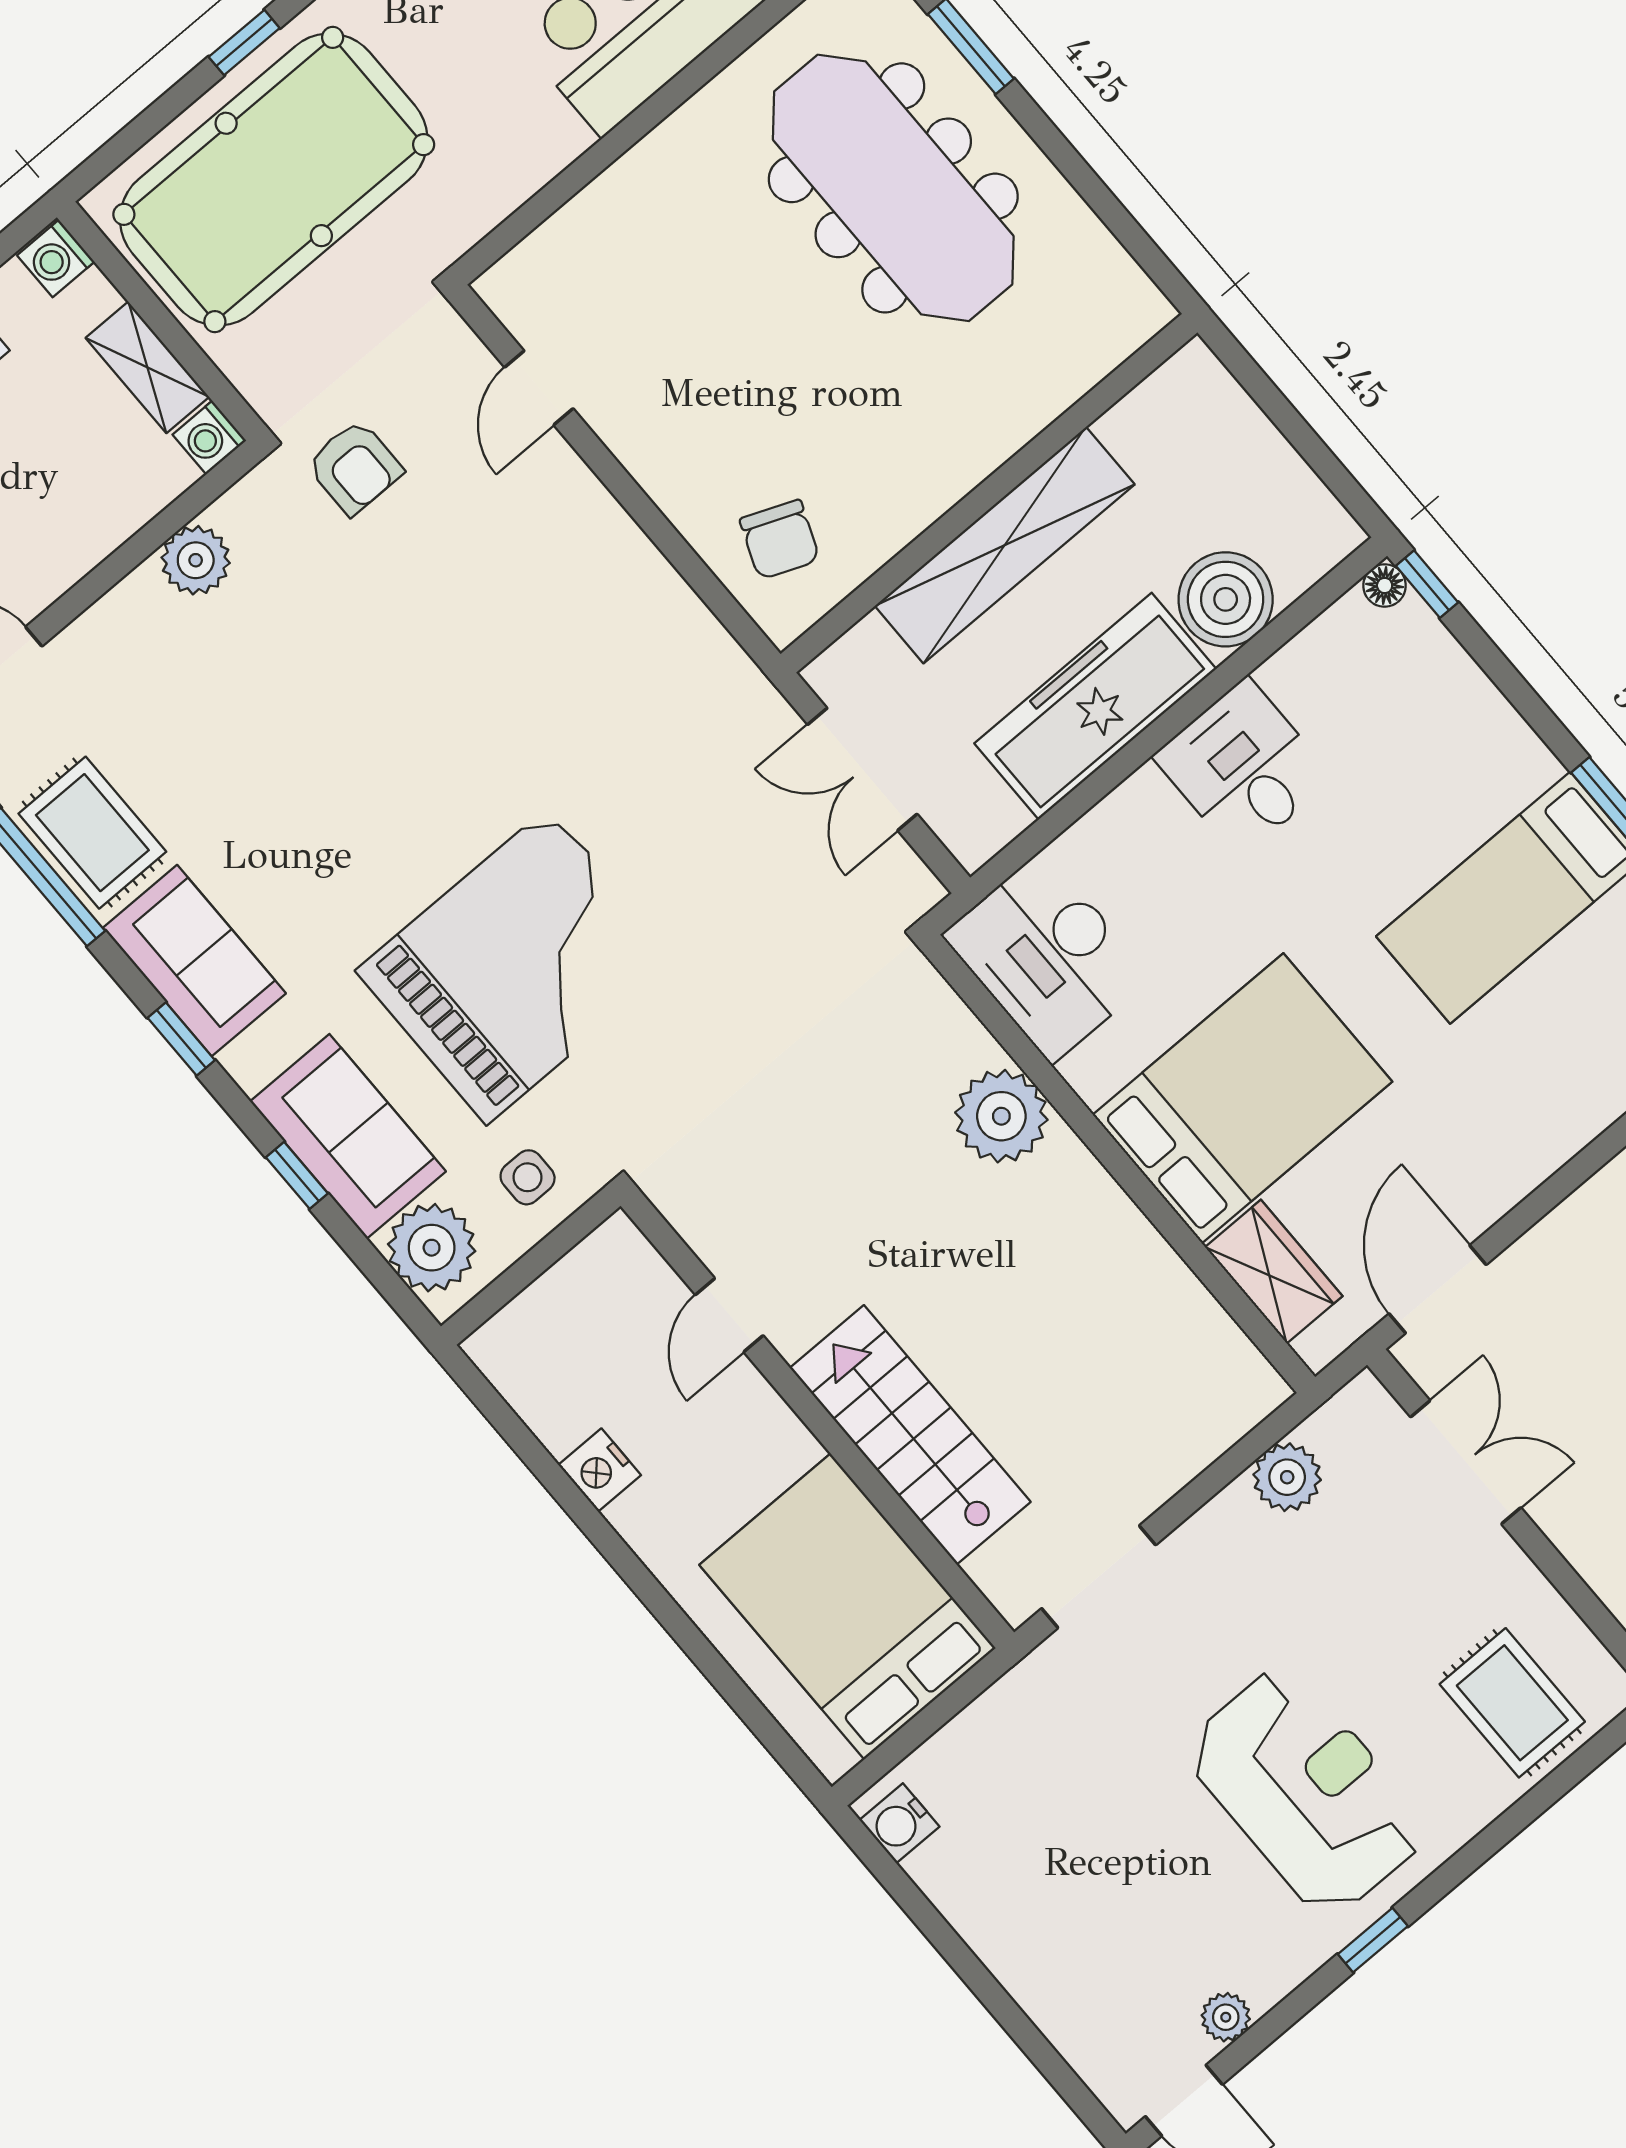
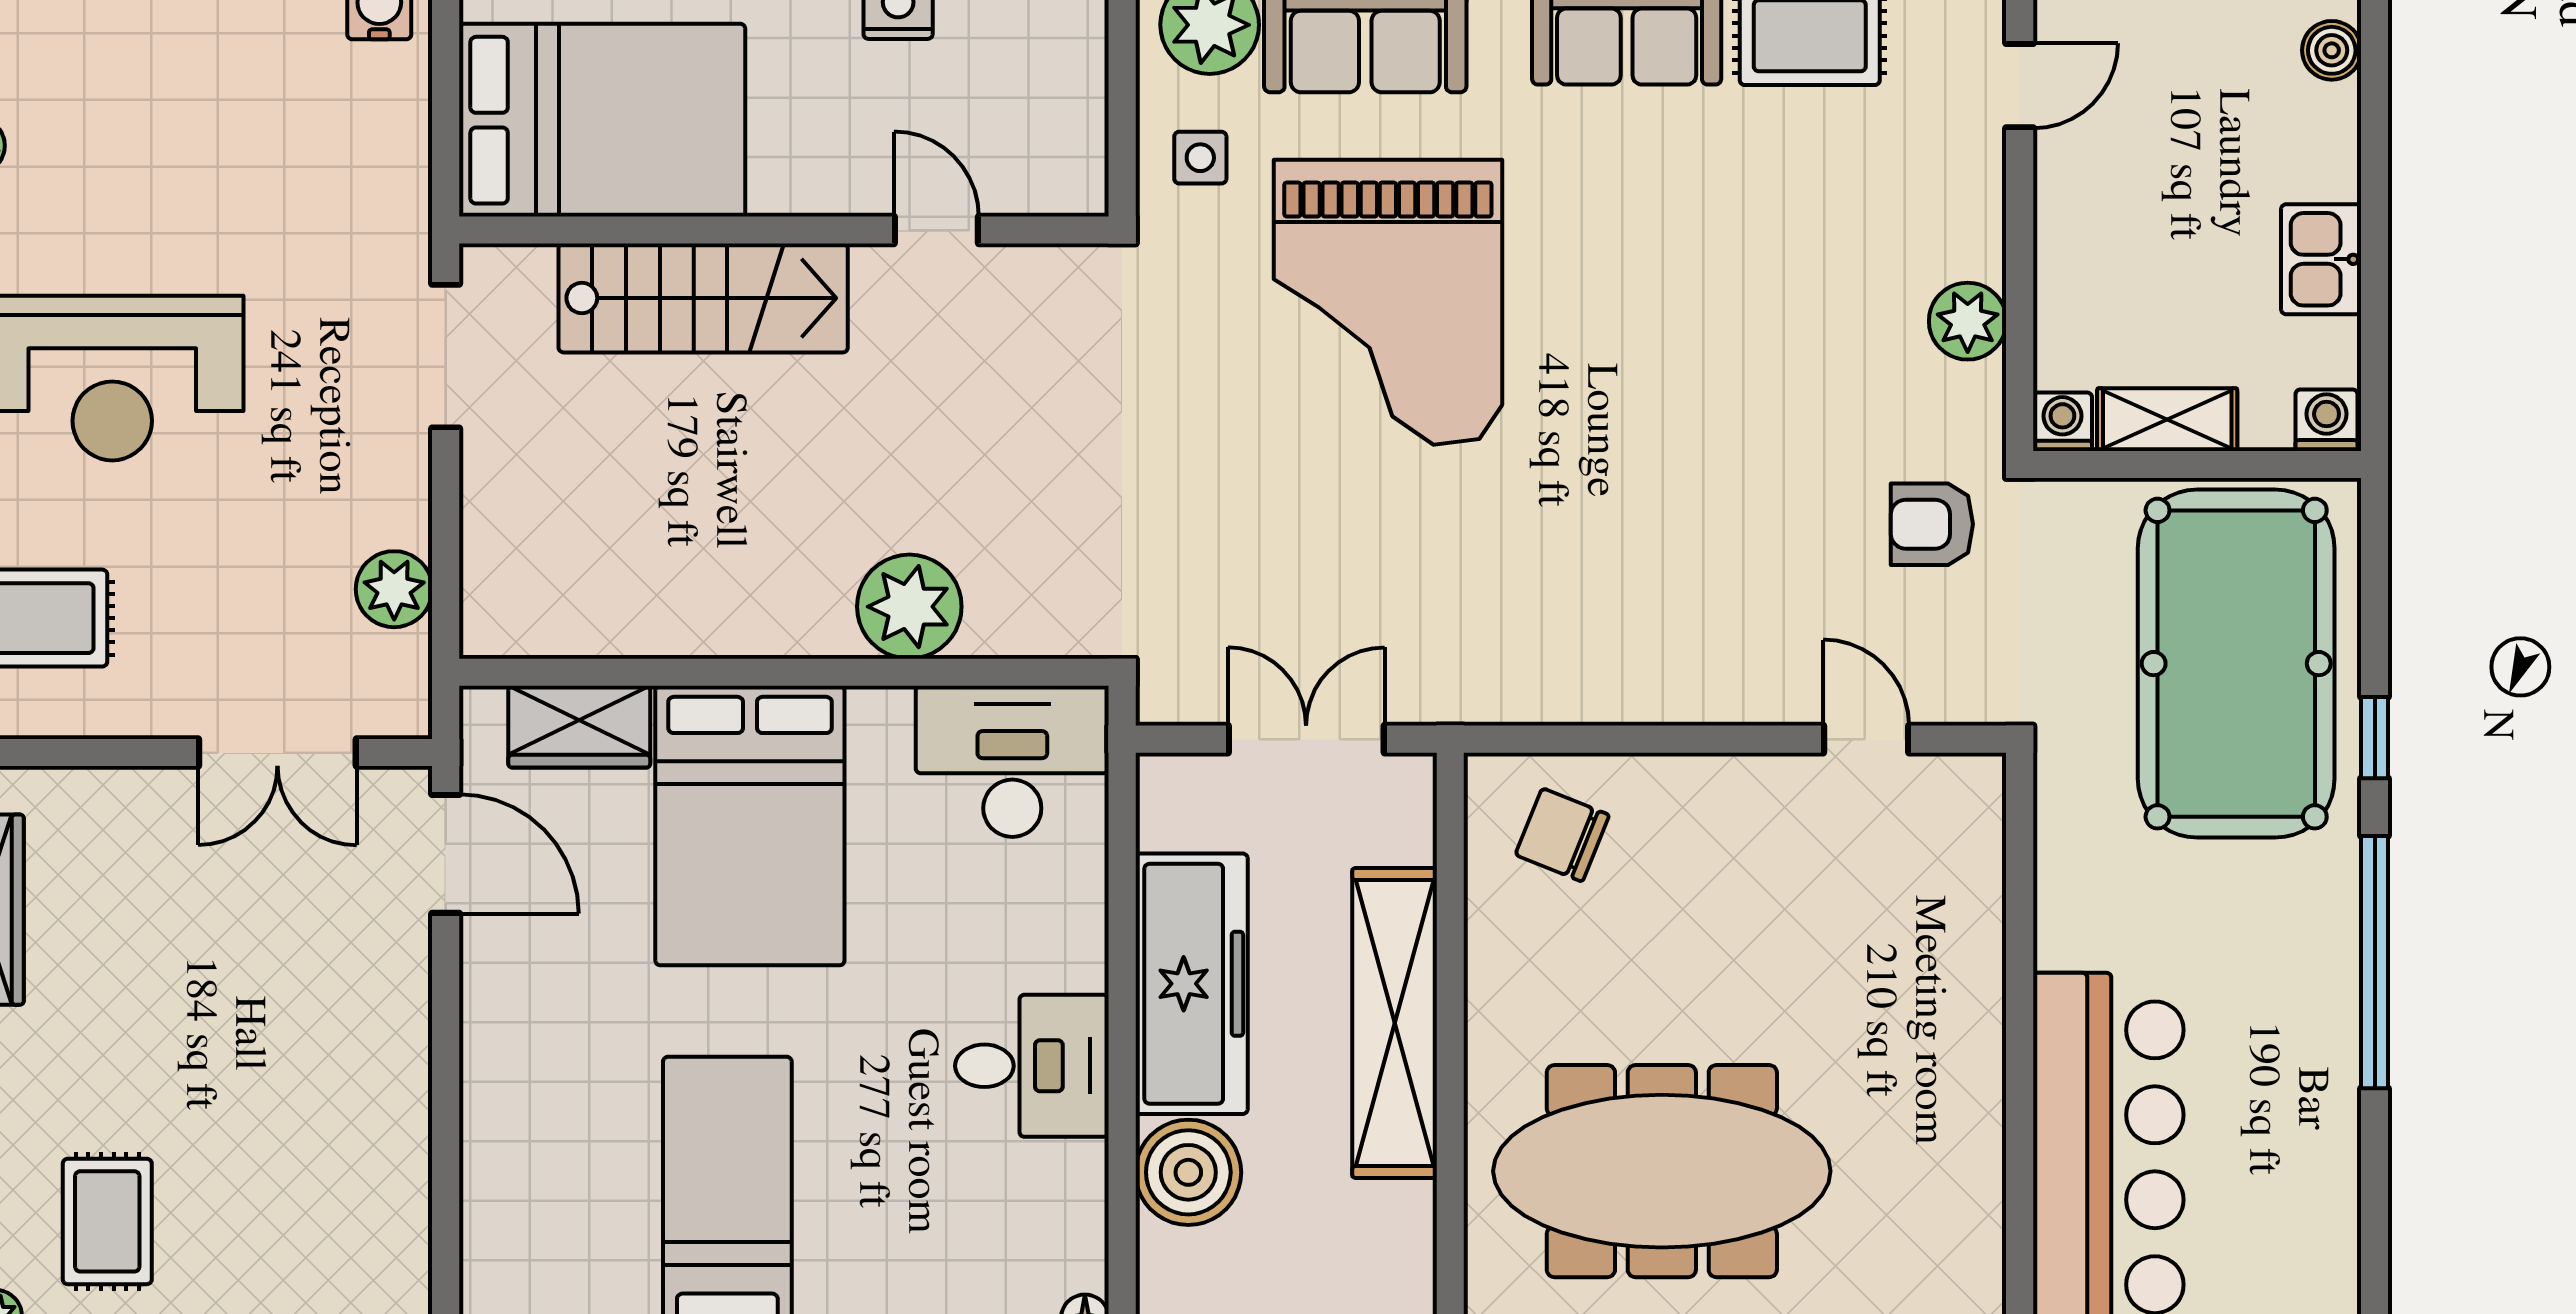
meeting table: (893, 188) -> (1662, 1171), moved

